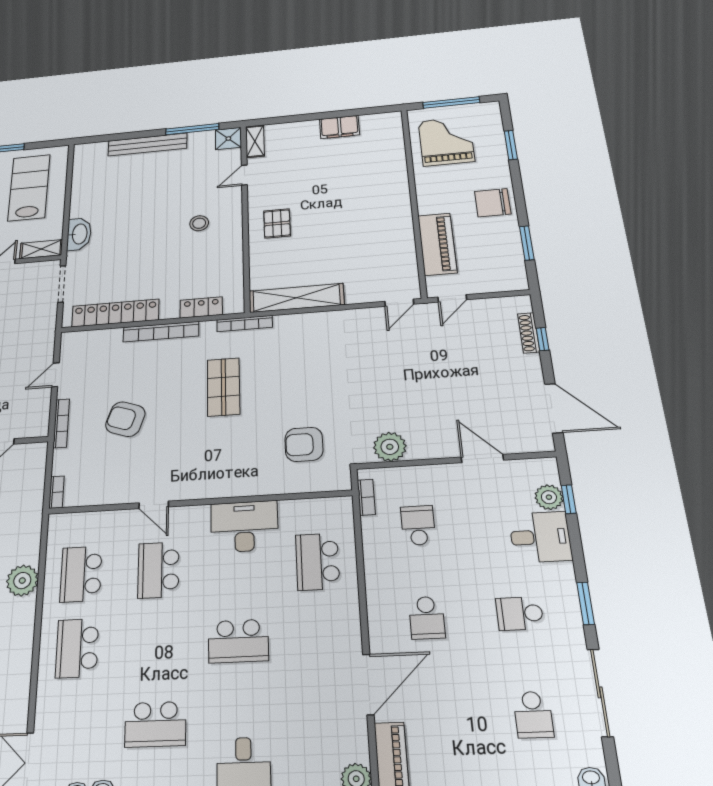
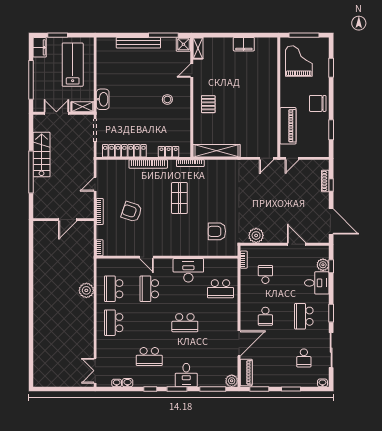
school desk: (318, 562) -> (220, 289), turned -90
school desk: (520, 613) -> (304, 316), width x1.85

